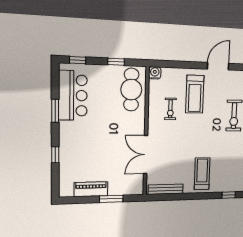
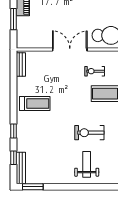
double door: (146, 155) -> (70, 49), moved
bench: (166, 189) -> (21, 65), width x0.73

